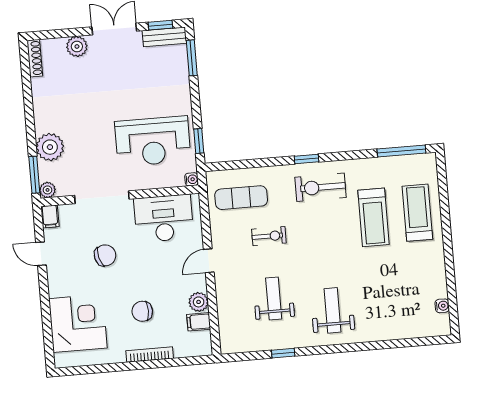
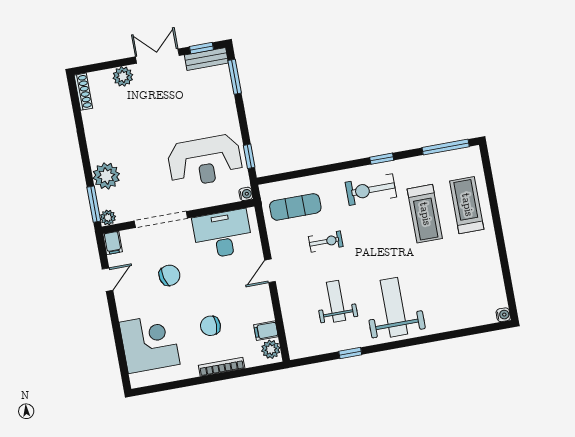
window: (307, 159) -> (382, 159), moved
door: (41, 254) -> (107, 280), swing flipped
plant: (199, 302) -> (271, 349), moved
water cooler: (442, 306) -> (503, 315), moved
weight bench: (333, 310) -> (394, 307), width x1.36, depth x1.33

